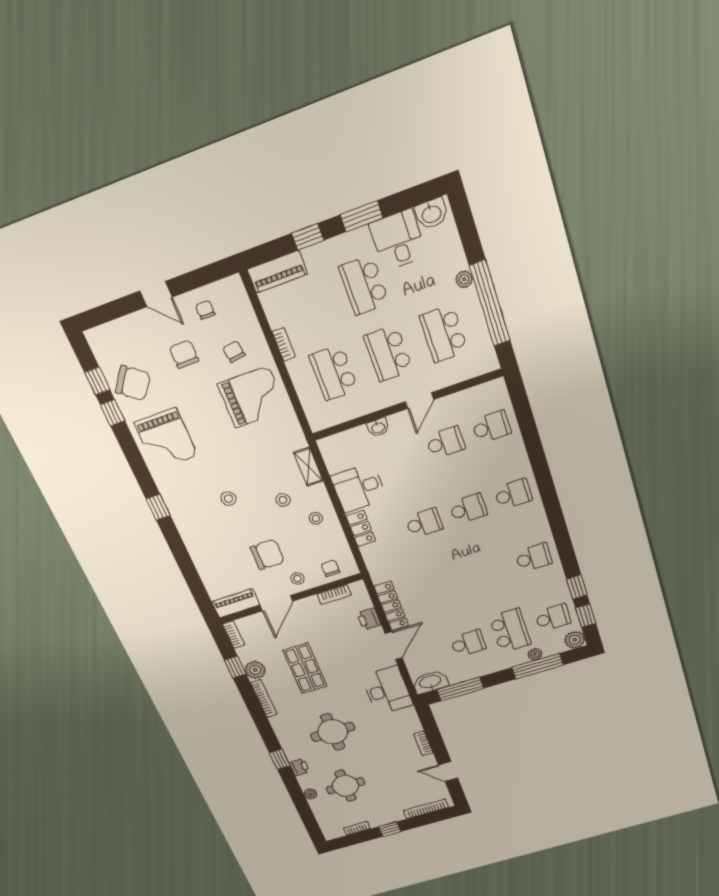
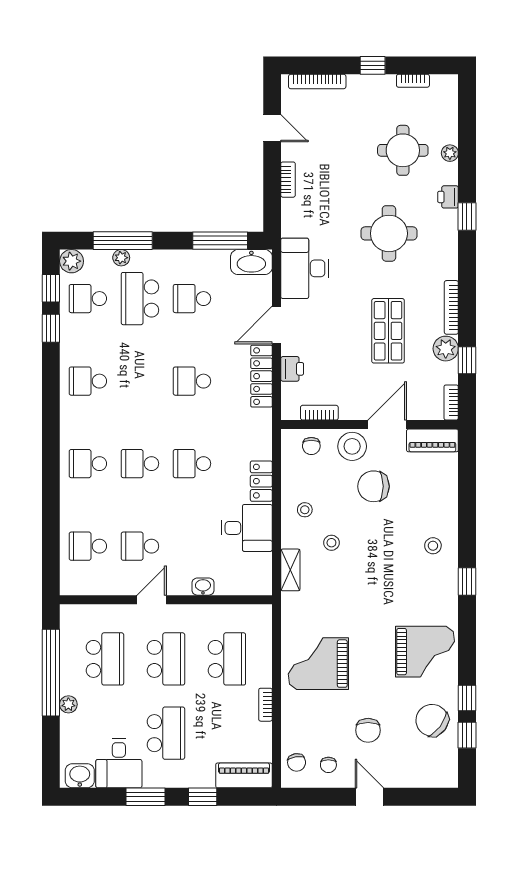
chair: (234, 352) -> (297, 762), moved
grand piano: (166, 439) -> (425, 652), turned 90
stool: (229, 499) -> (433, 546), moved
stool: (297, 578) -> (352, 446), width x1.89, depth x1.89
school desk: (447, 585) -> (192, 381), added

